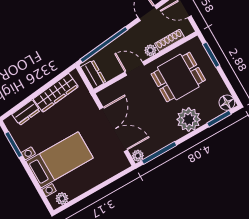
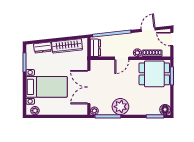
door: (135, 69) -> (122, 58), swing flipped
dining table: (178, 77) -> (154, 74), moved
plant: (189, 119) -> (120, 107), moved
double door: (114, 129) -> (89, 87), swing flipped

